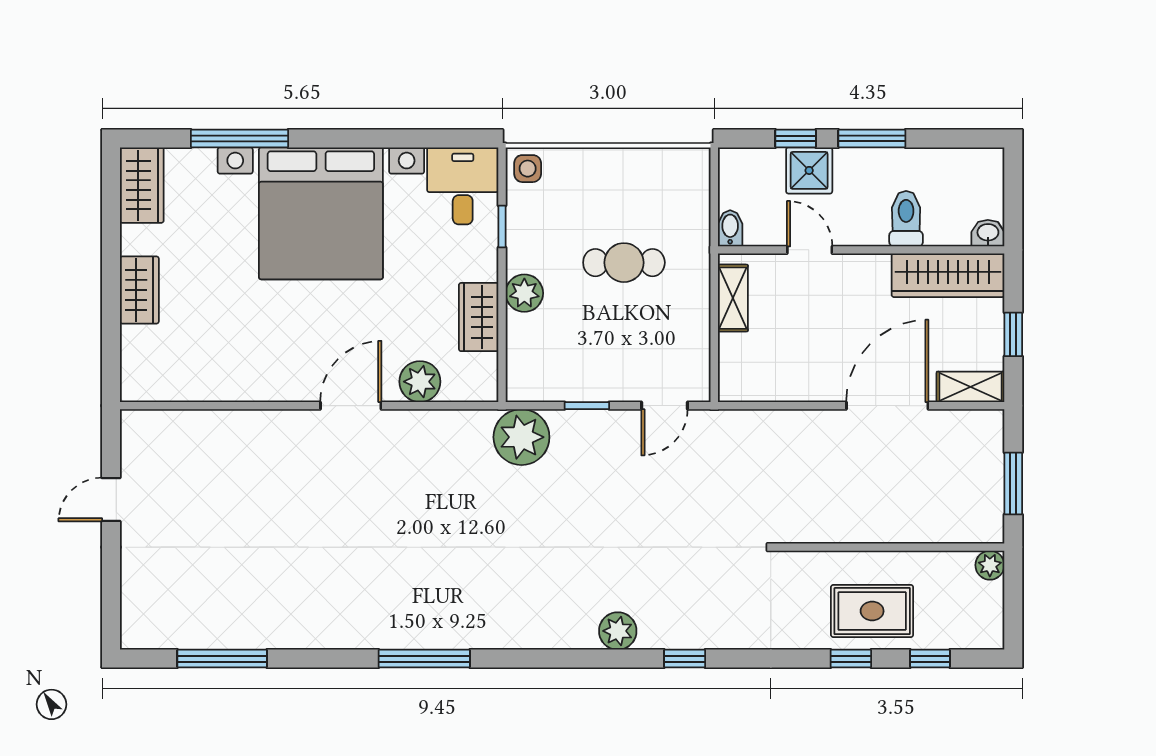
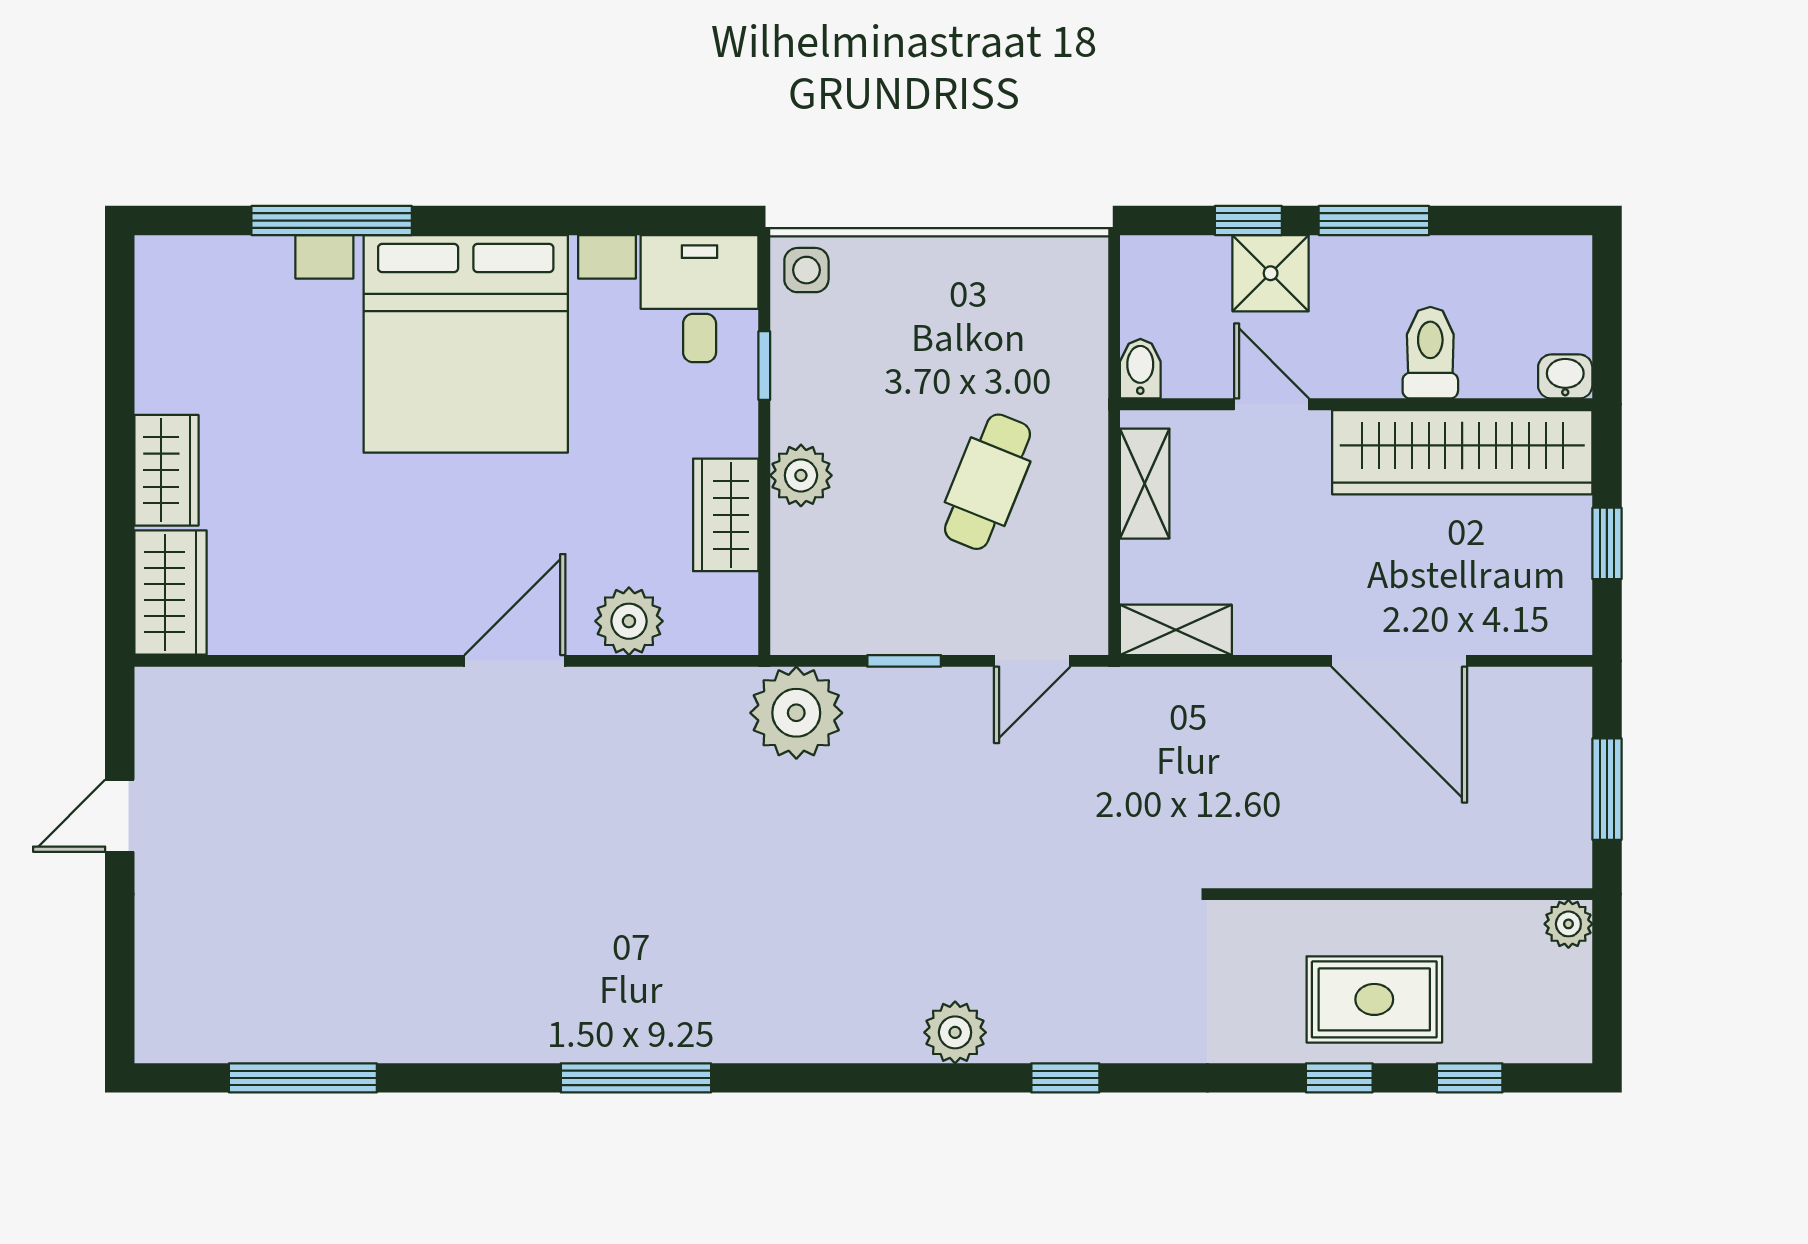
wardrobe: (142, 185) -> (170, 592), moved
cafe table: (624, 263) -> (988, 482), moved, turned -68
wardrobe: (948, 275) -> (1462, 452), width x1.40, depth x1.17
shelving: (970, 387) -> (1176, 630), moved
door: (887, 406) -> (1399, 661), swing flipped

